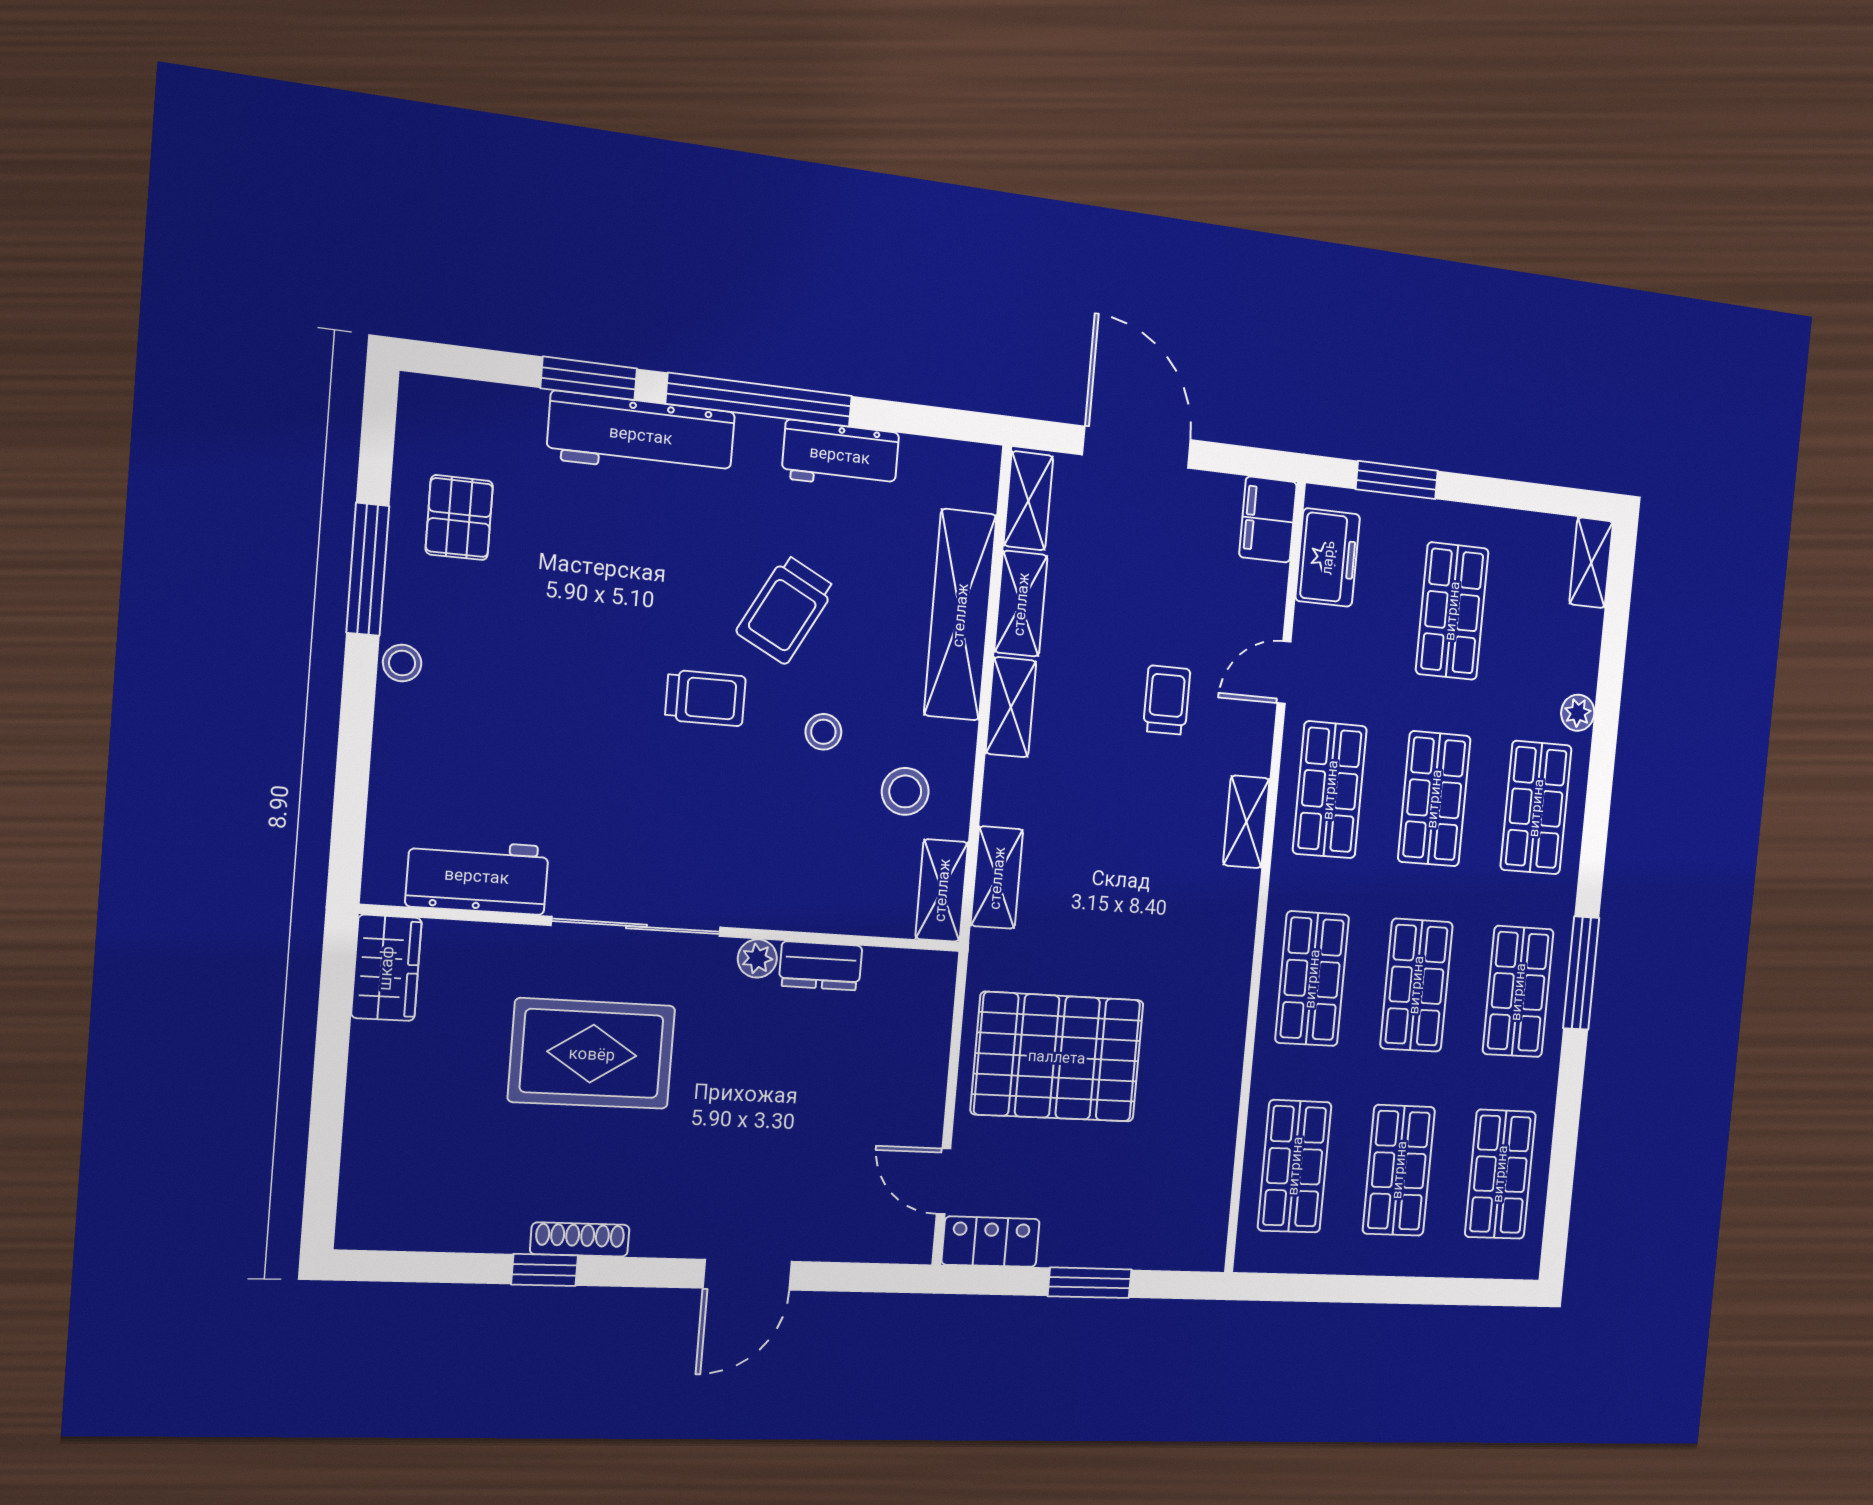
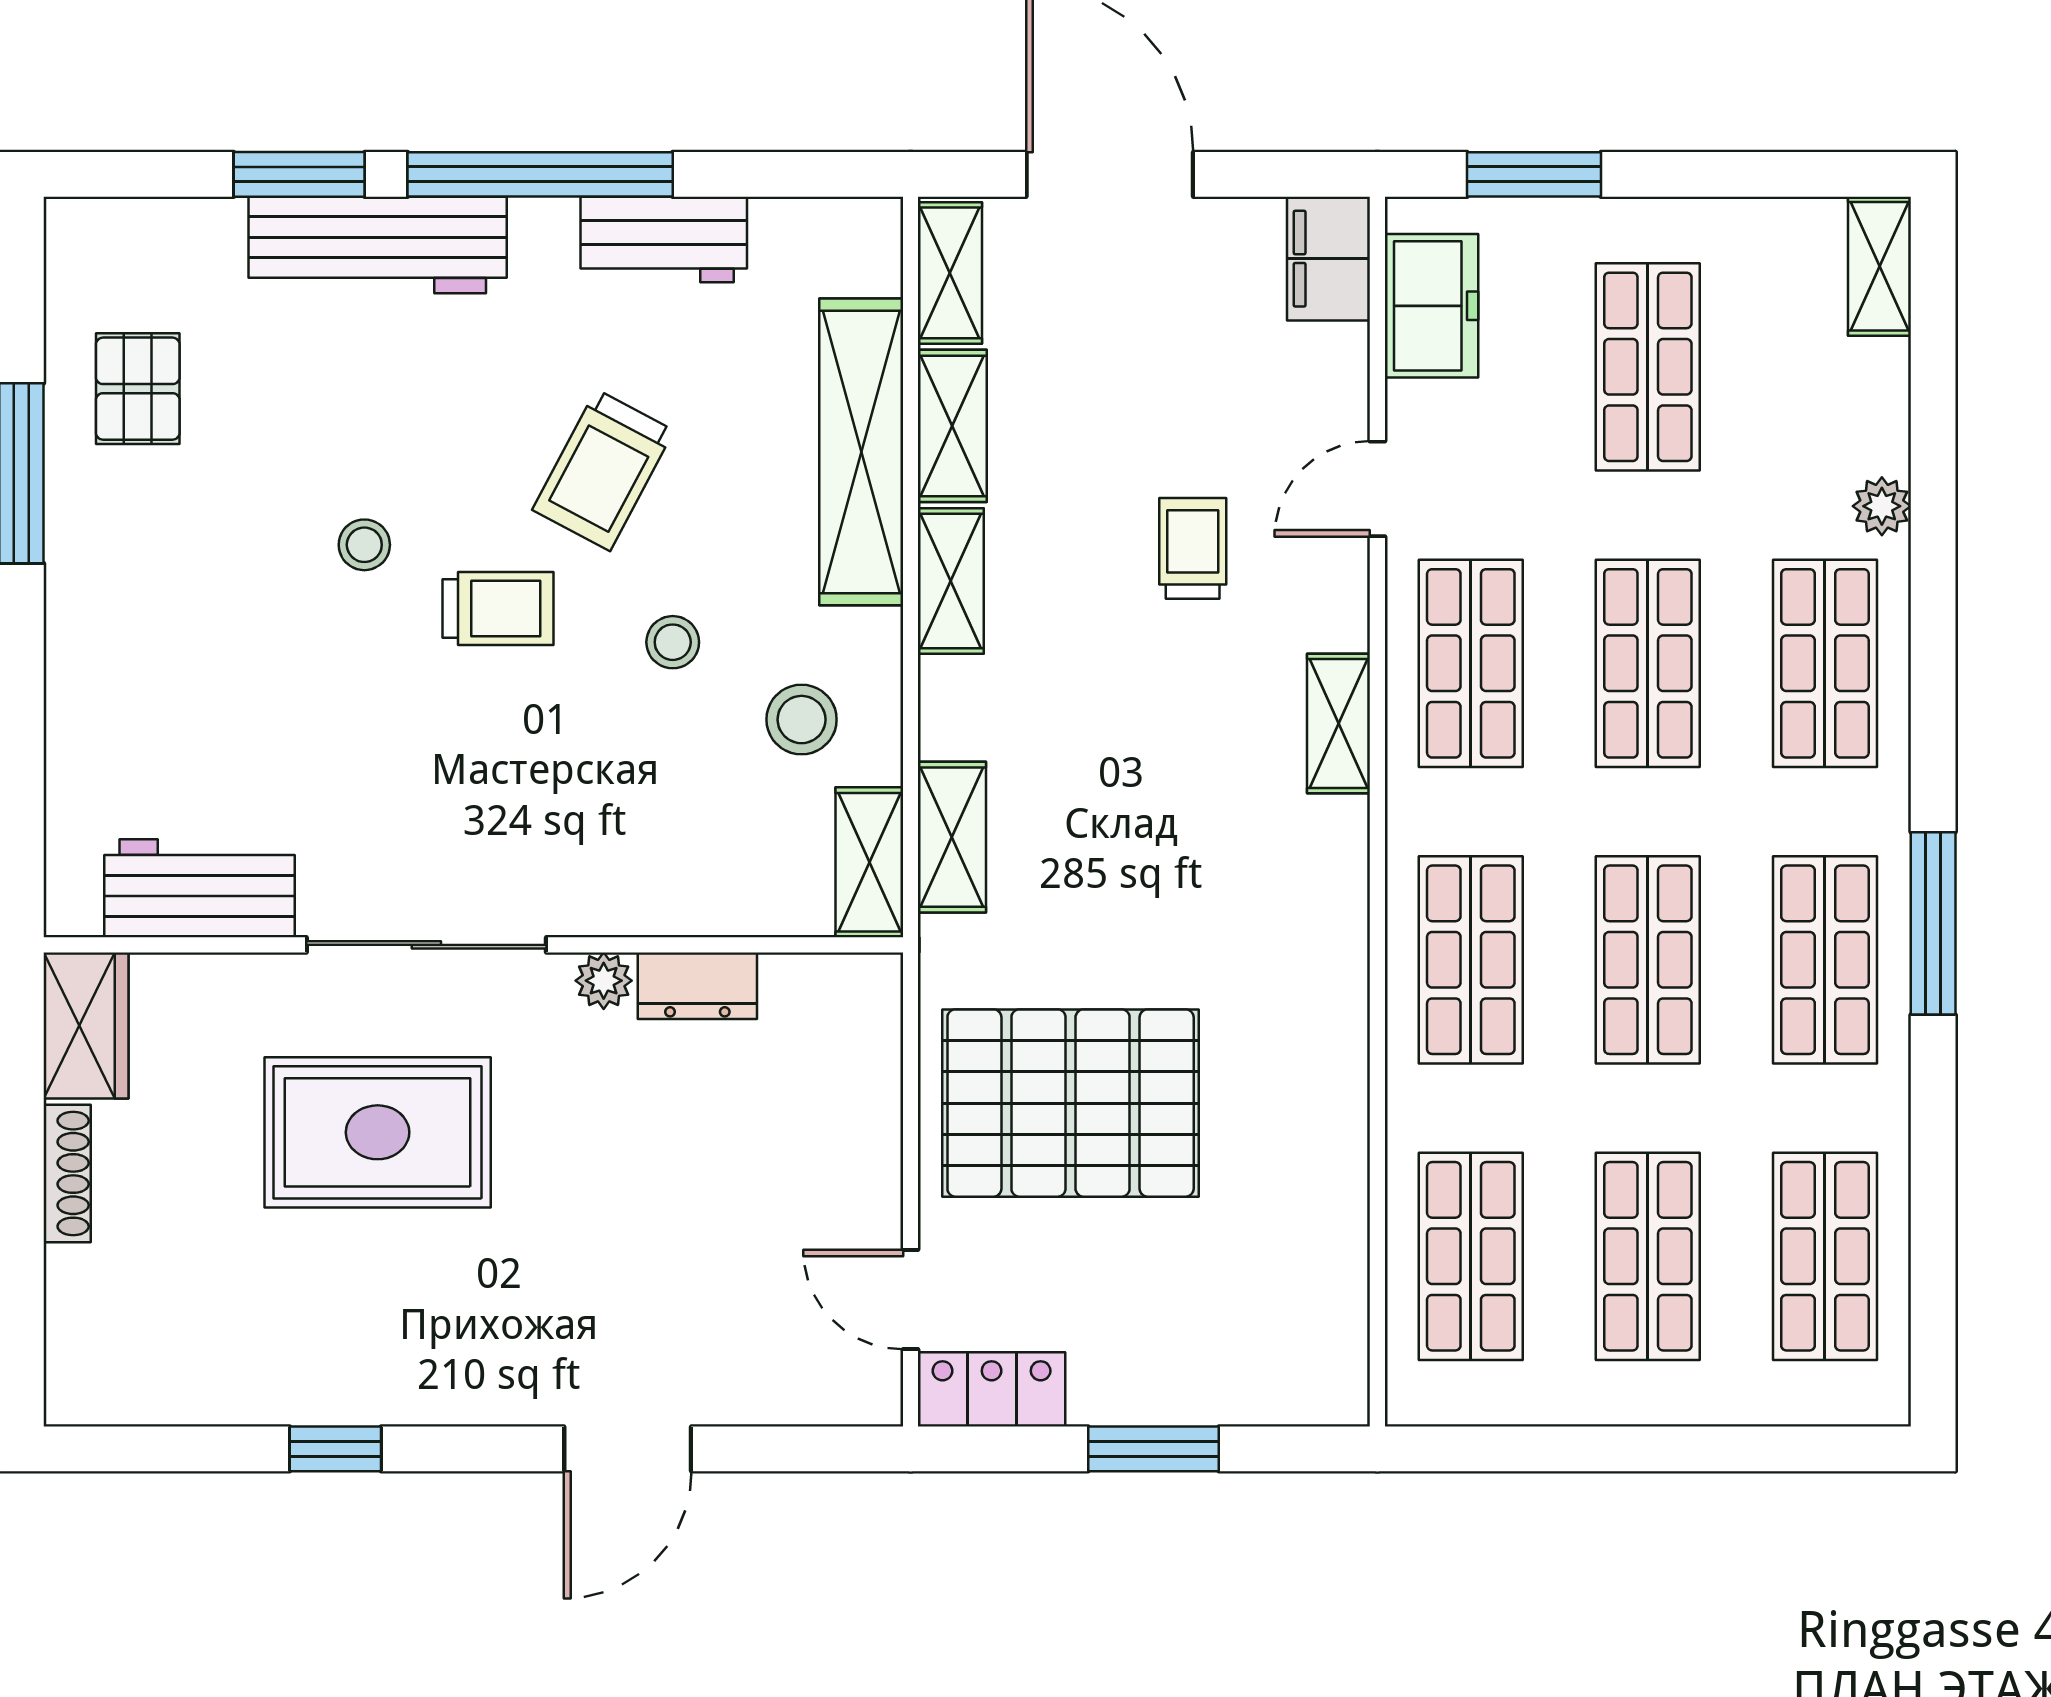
stool: (402, 663) -> (364, 545), moved
shoe rack: (580, 1240) -> (67, 1174), moved, turned 90

